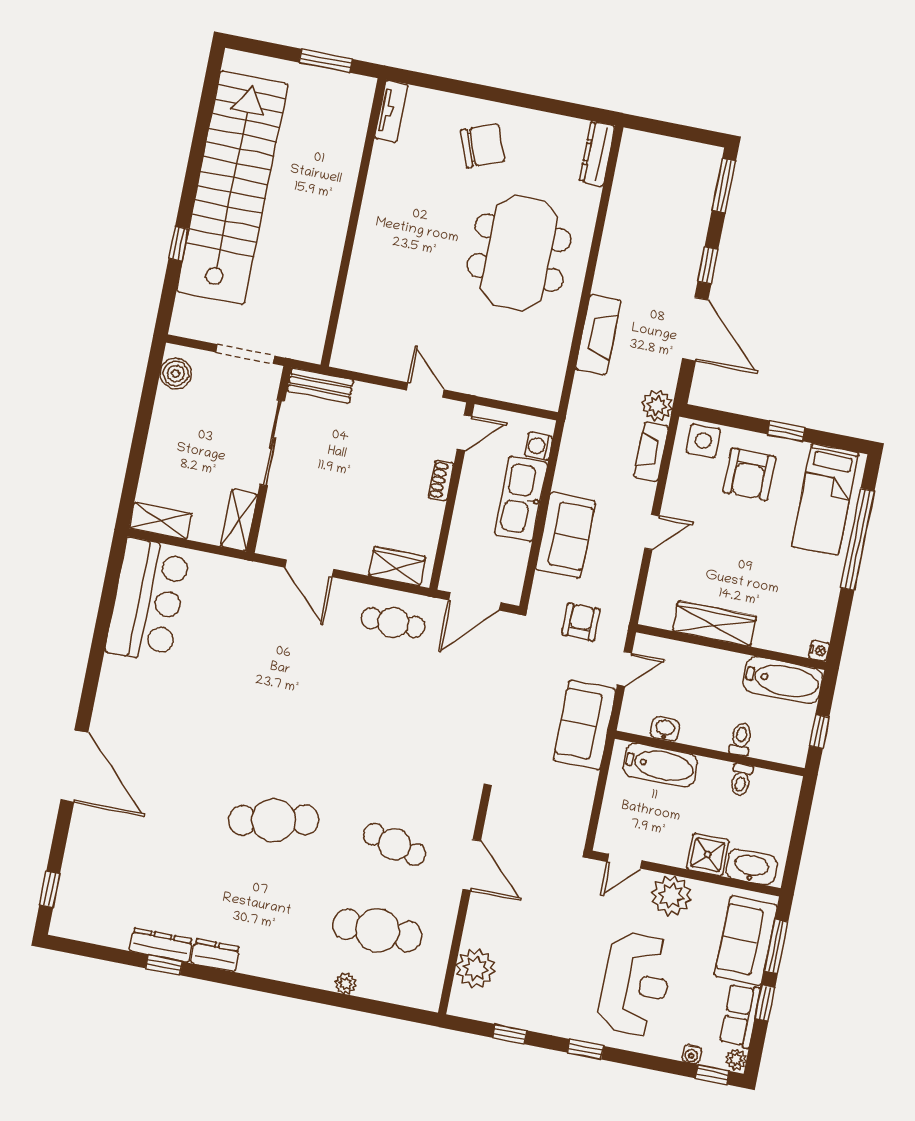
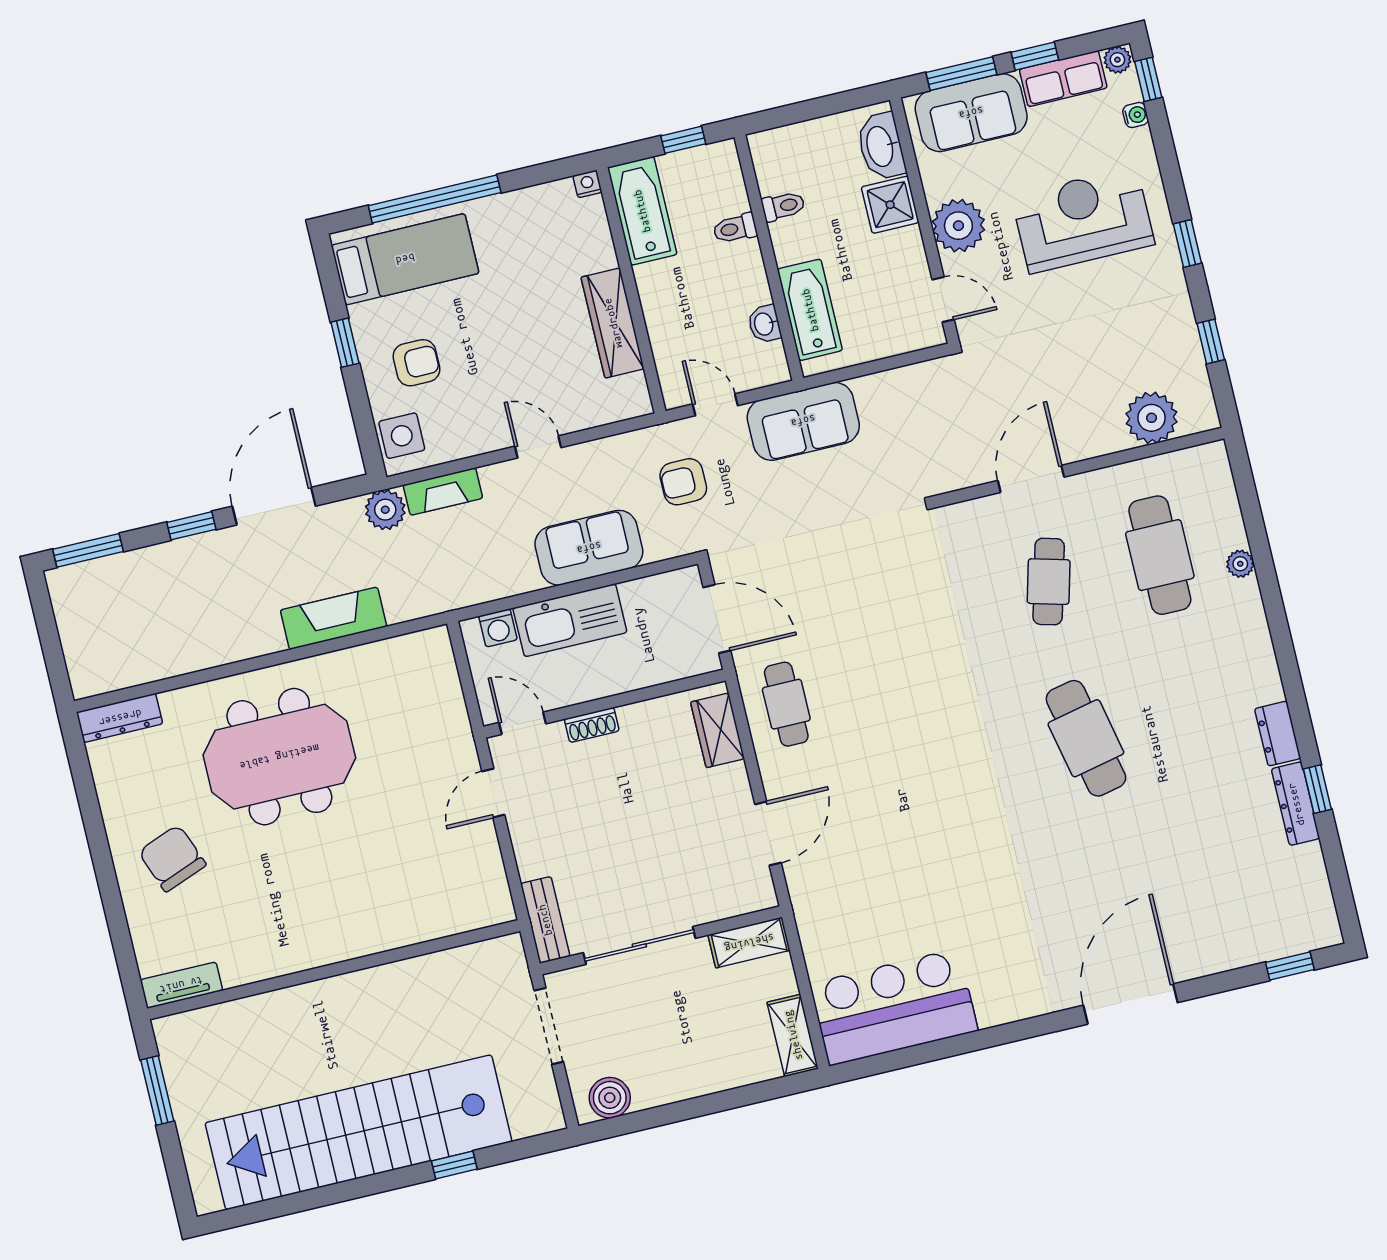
armchair: (749, 474) -> (416, 363), width x0.72, depth x0.72

